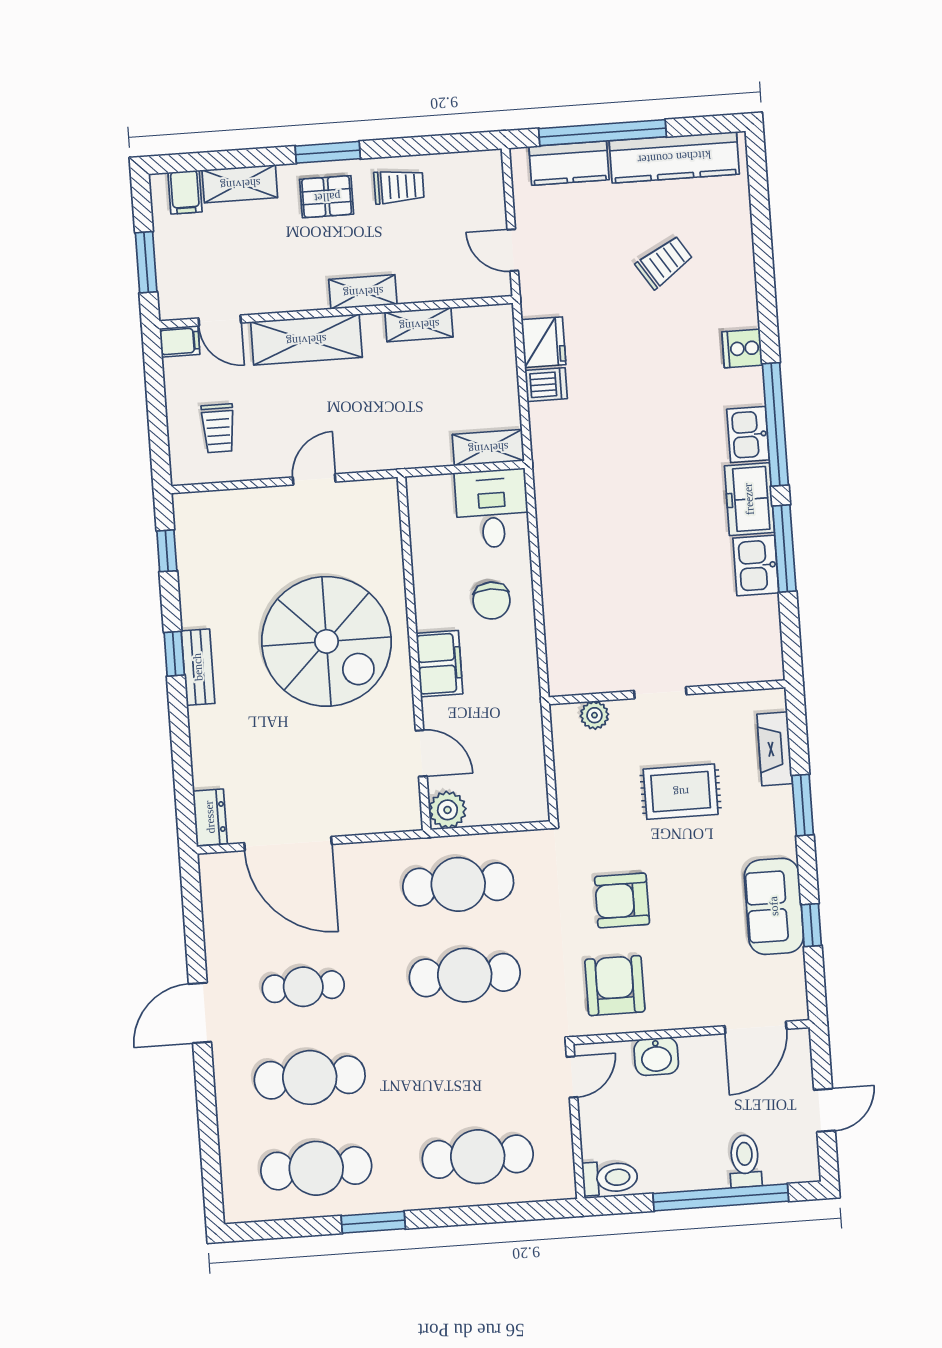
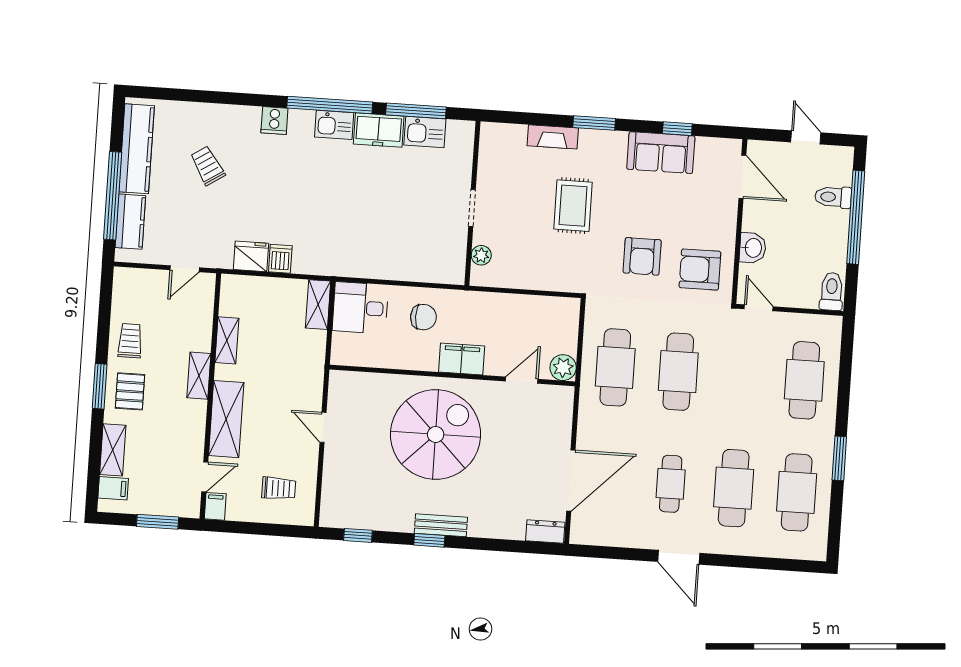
wall: (667, 692) -> (472, 203), moved
doorway: (660, 693) -> (472, 208), moved
plant: (594, 715) -> (481, 255), moved

